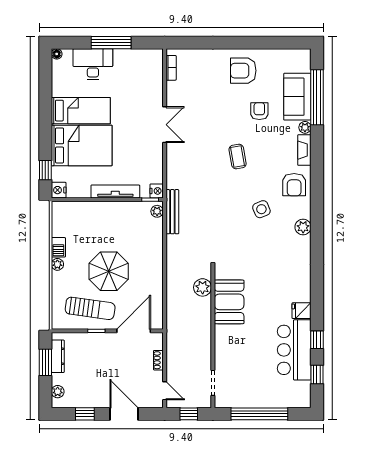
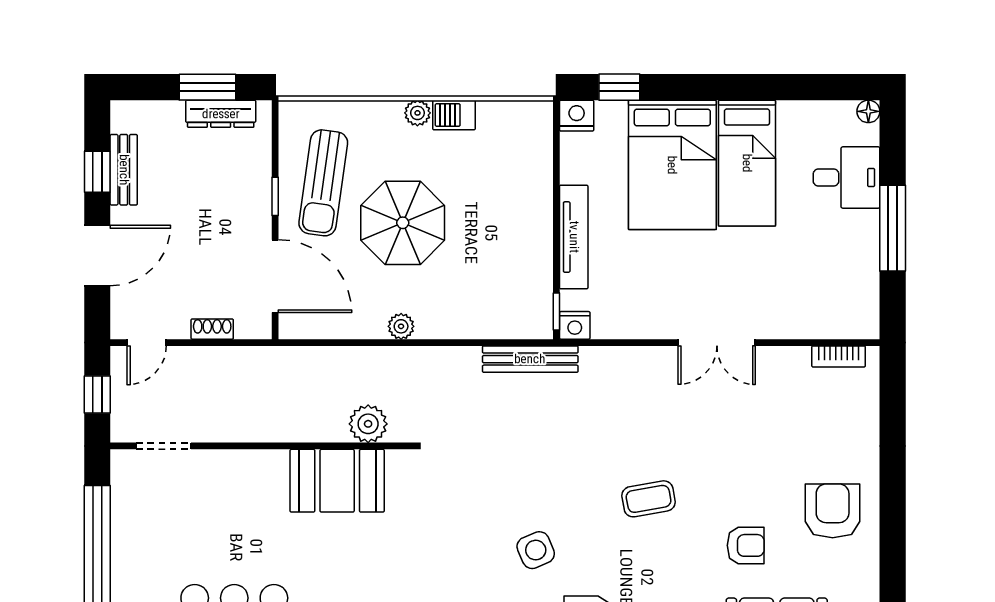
desk: (93, 64) -> (847, 178), width x0.73
plant: (157, 211) -> (401, 326), moved
plant: (58, 392) -> (145, 113), removed
bench: (84, 401) -> (124, 170), added

